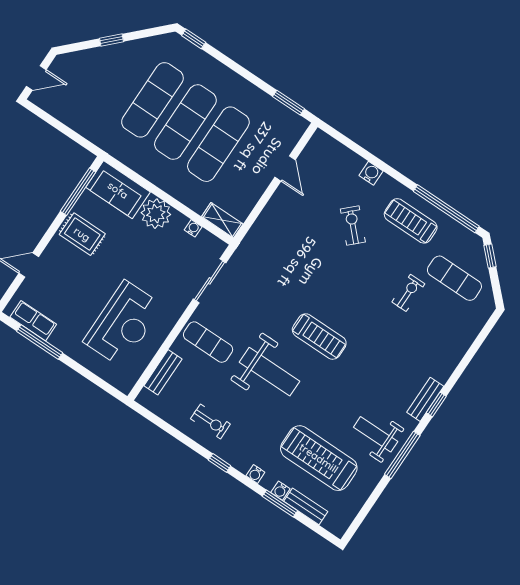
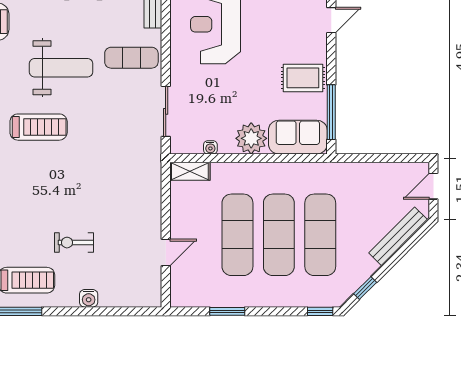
window: (111, 40) -> (365, 288), moved
bench: (91, 57) -> (398, 236), added
window: (289, 103) -> (227, 311), moved
door: (285, 168) -> (166, 253), swing flipped
exercise bike: (353, 226) -> (74, 243), turned 134
treadmill: (319, 337) -> (39, 127), turned 180
weight bench: (270, 372) -> (61, 68), turned 180

